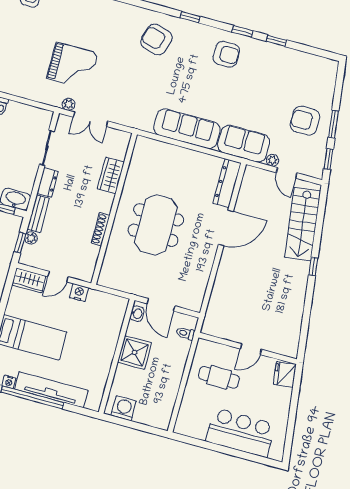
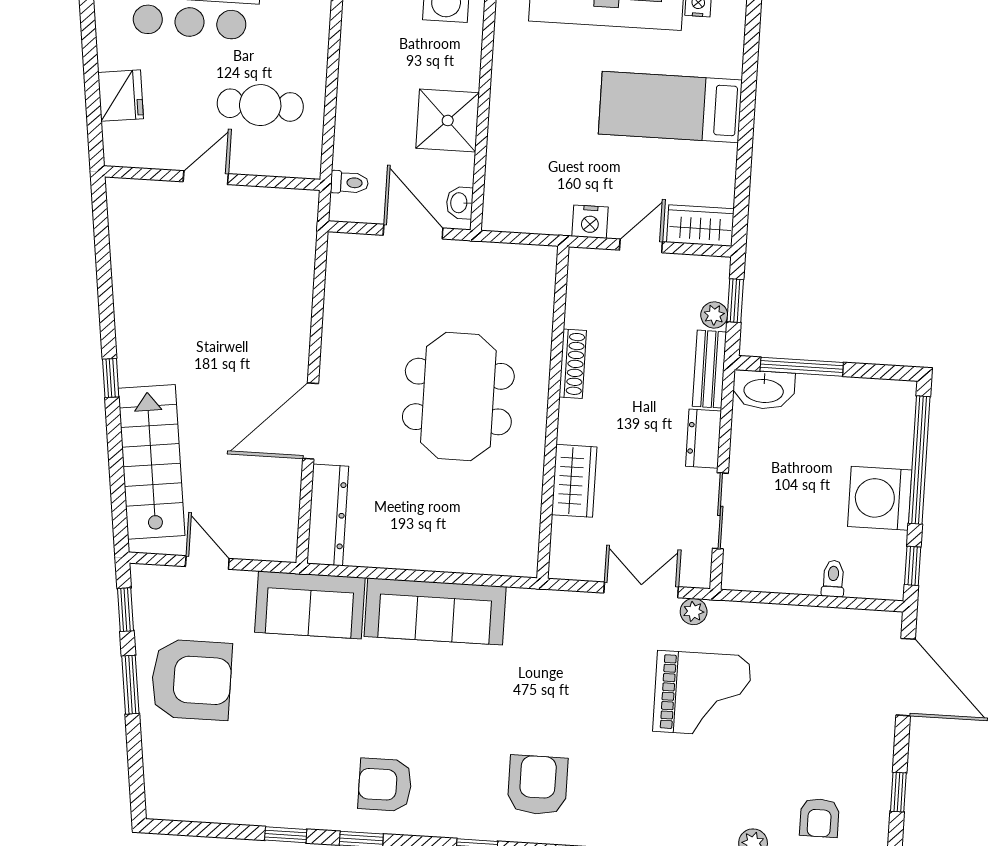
armchair: (156, 40) -> (538, 785), turned -106
grand piano: (72, 66) -> (702, 694), turned 180
armchair: (305, 121) -> (191, 680), width x1.36, depth x1.36
plant: (272, 160) -> (242, 583), removed
fridge: (285, 374) -> (121, 96), moved

